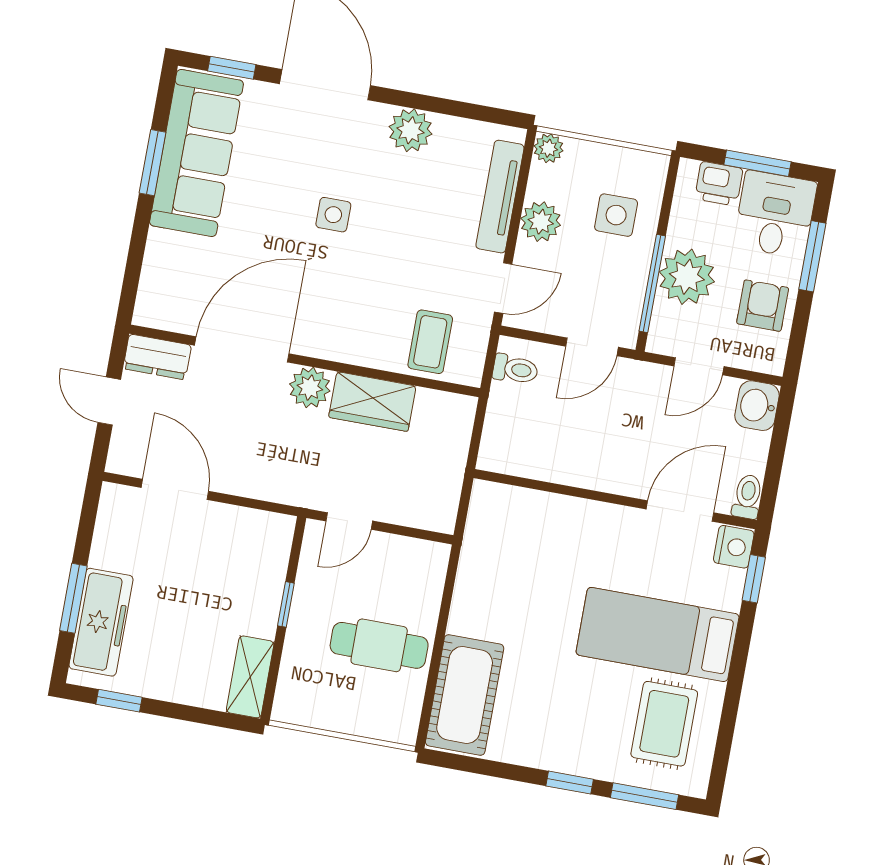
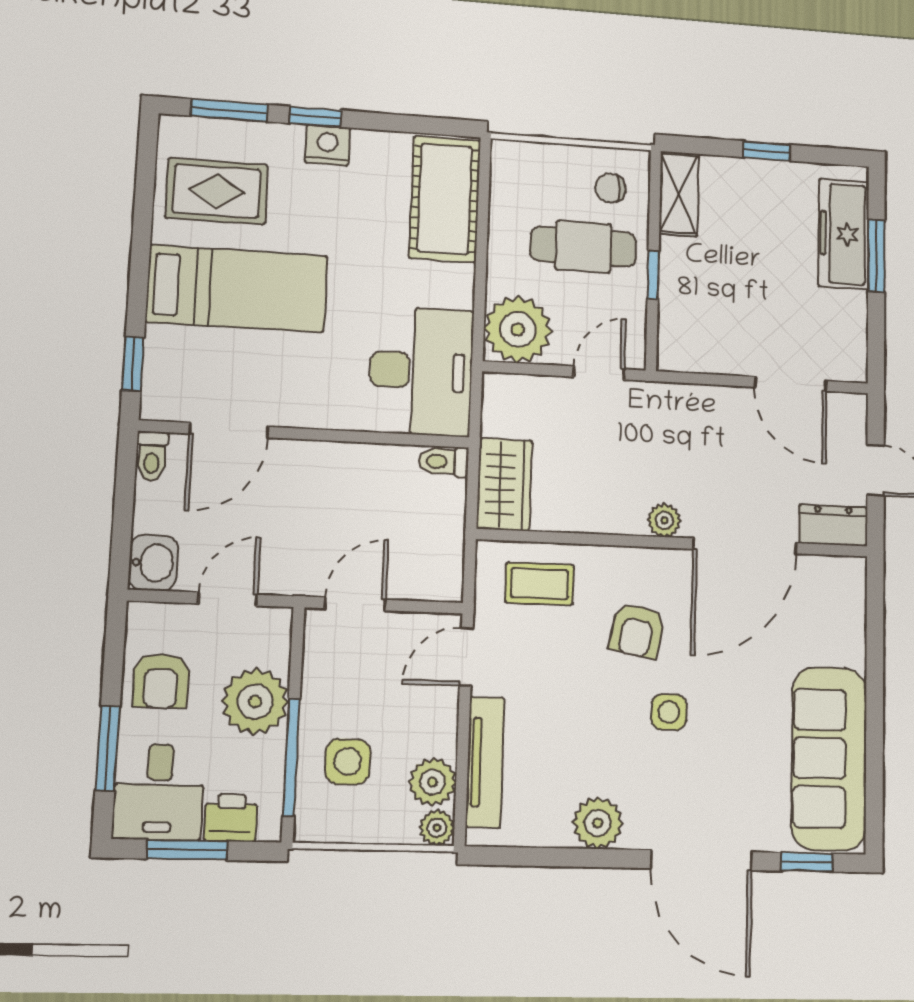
window: (153, 163) -> (874, 740), removed
plant: (541, 222) -> (433, 782), moved
window: (652, 283) -> (291, 757), moved
armchair: (351, 289) -> (637, 631), added
coffee table: (430, 342) -> (540, 584), turned 90
toilet: (515, 369) -> (444, 461), moved
plant: (310, 388) -> (664, 520), width x0.73, depth x0.73
wardrobe: (372, 402) -> (504, 484), moved, turned 90
desk: (507, 542) -> (421, 371), added
nightstand: (734, 547) -> (327, 145), moved, turned 90
plant: (416, 569) -> (518, 329), added
cafe table: (379, 645) -> (583, 247), moved
chair: (313, 689) -> (610, 188), added
window: (119, 701) -> (767, 151), moved
rug: (664, 724) -> (217, 191), turned 90

